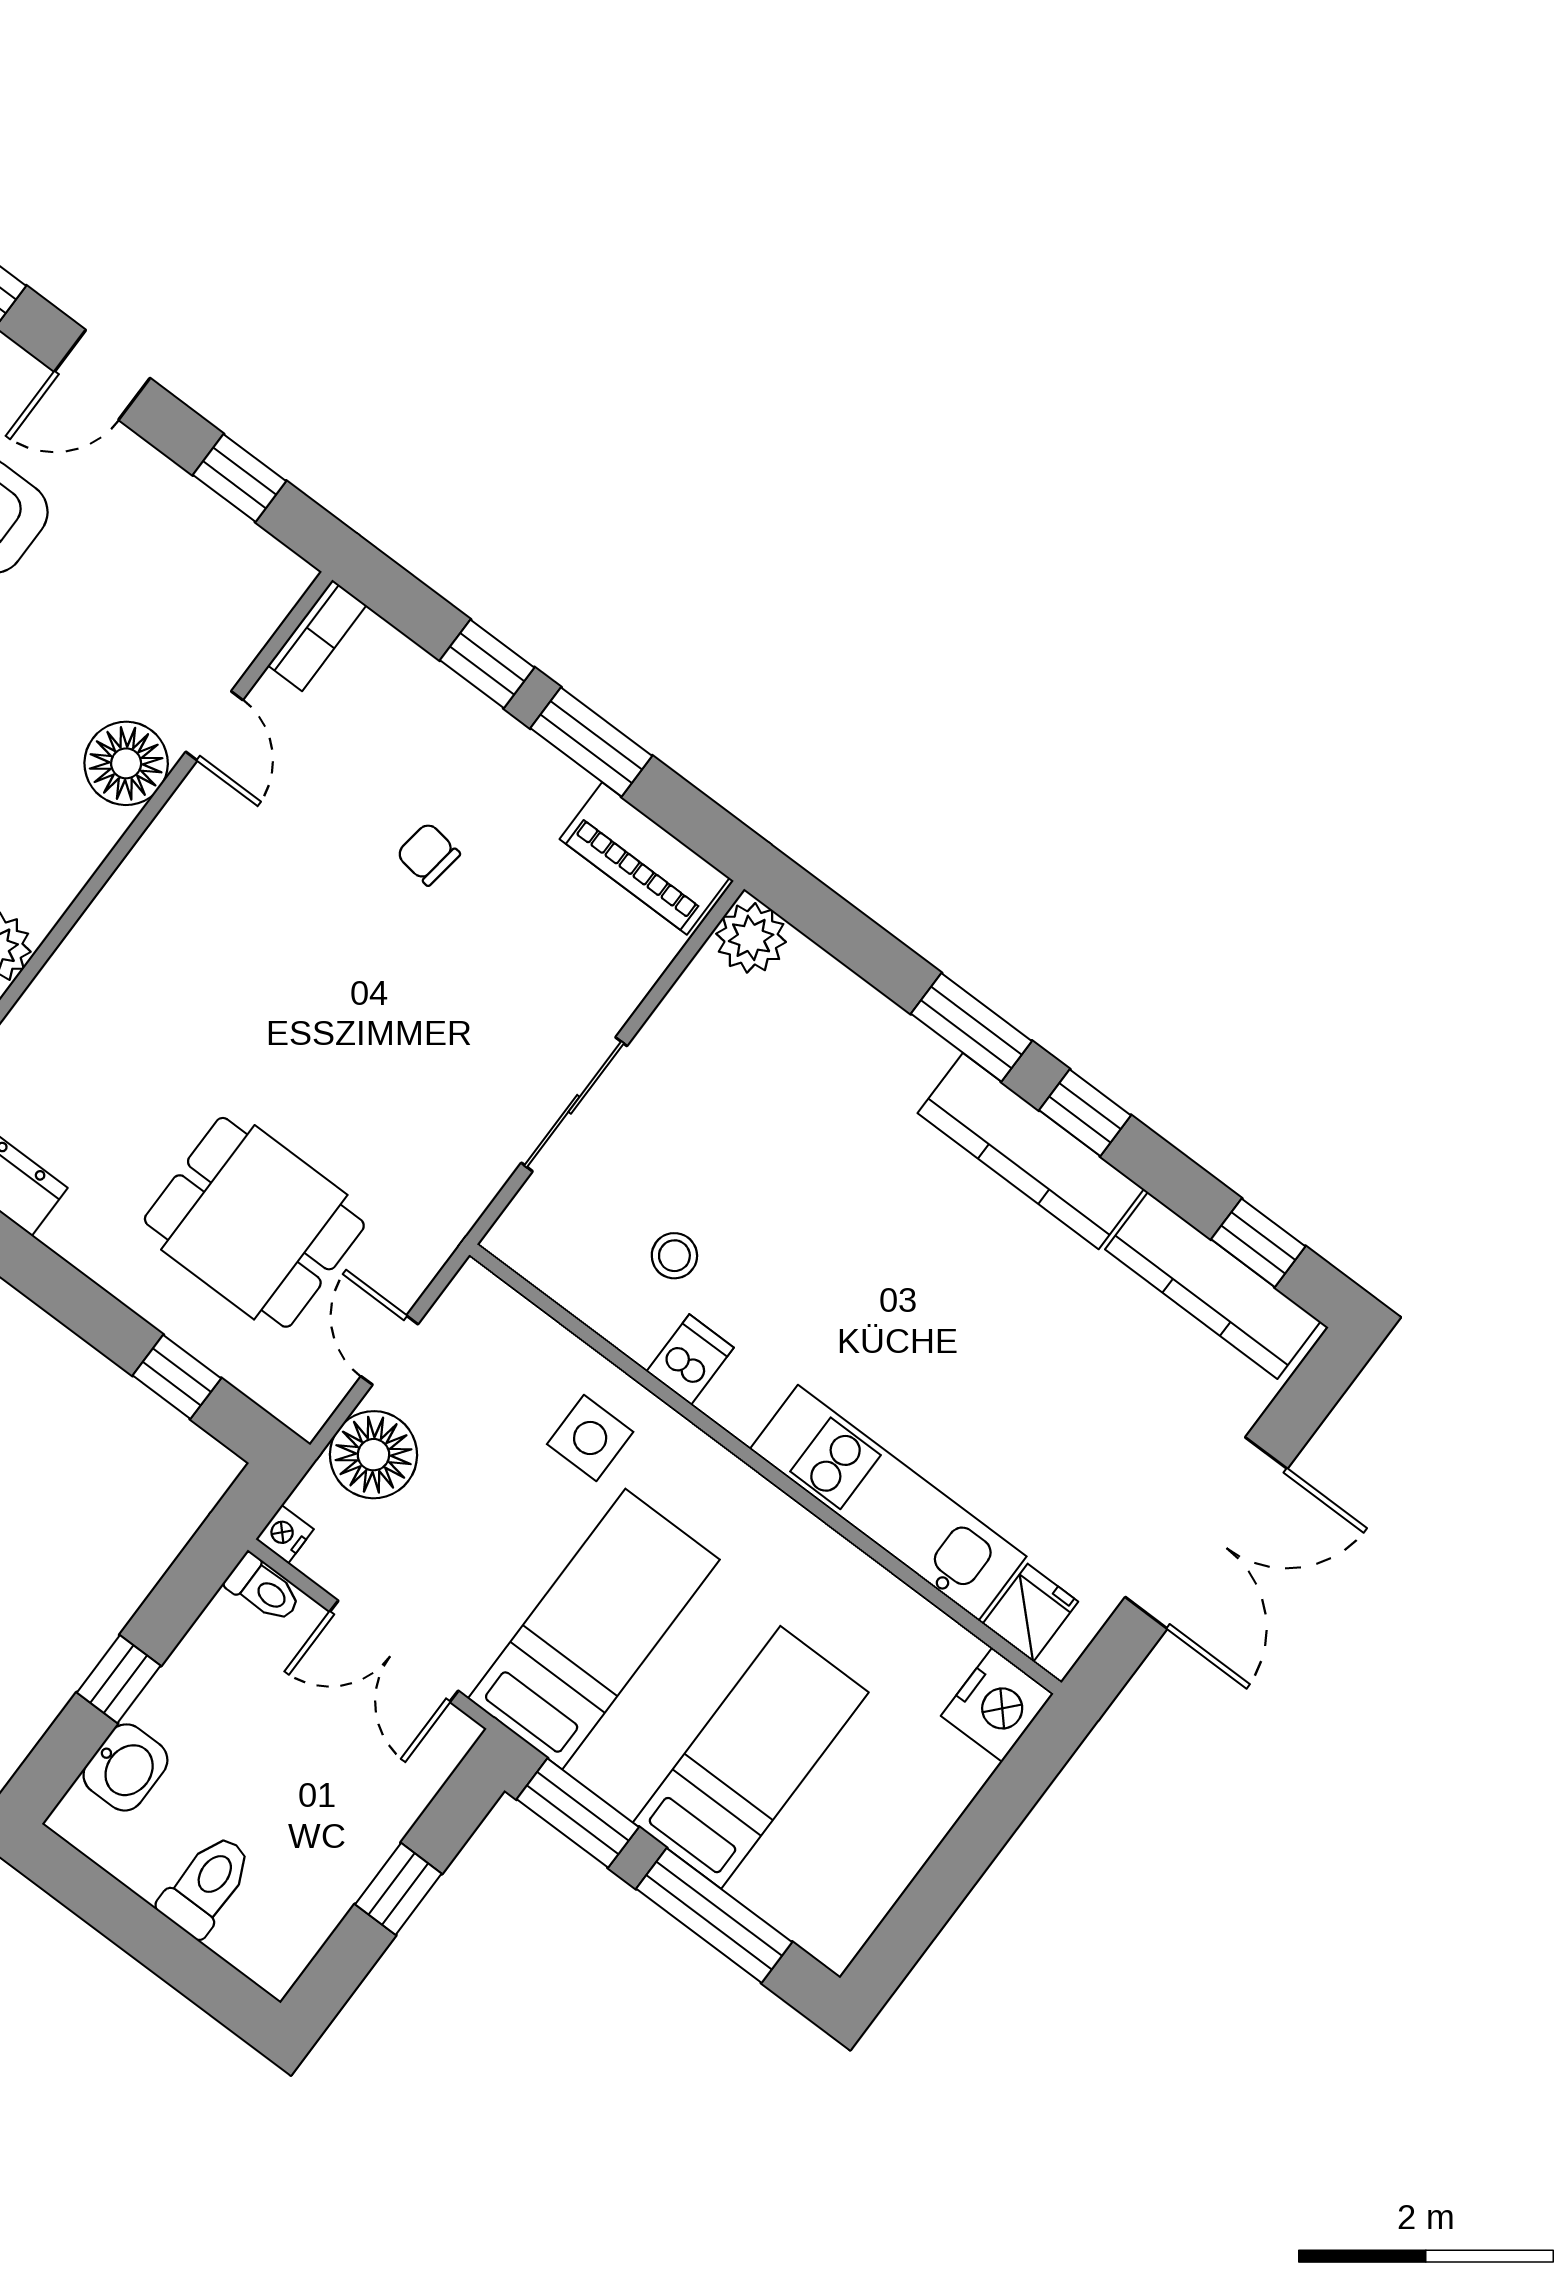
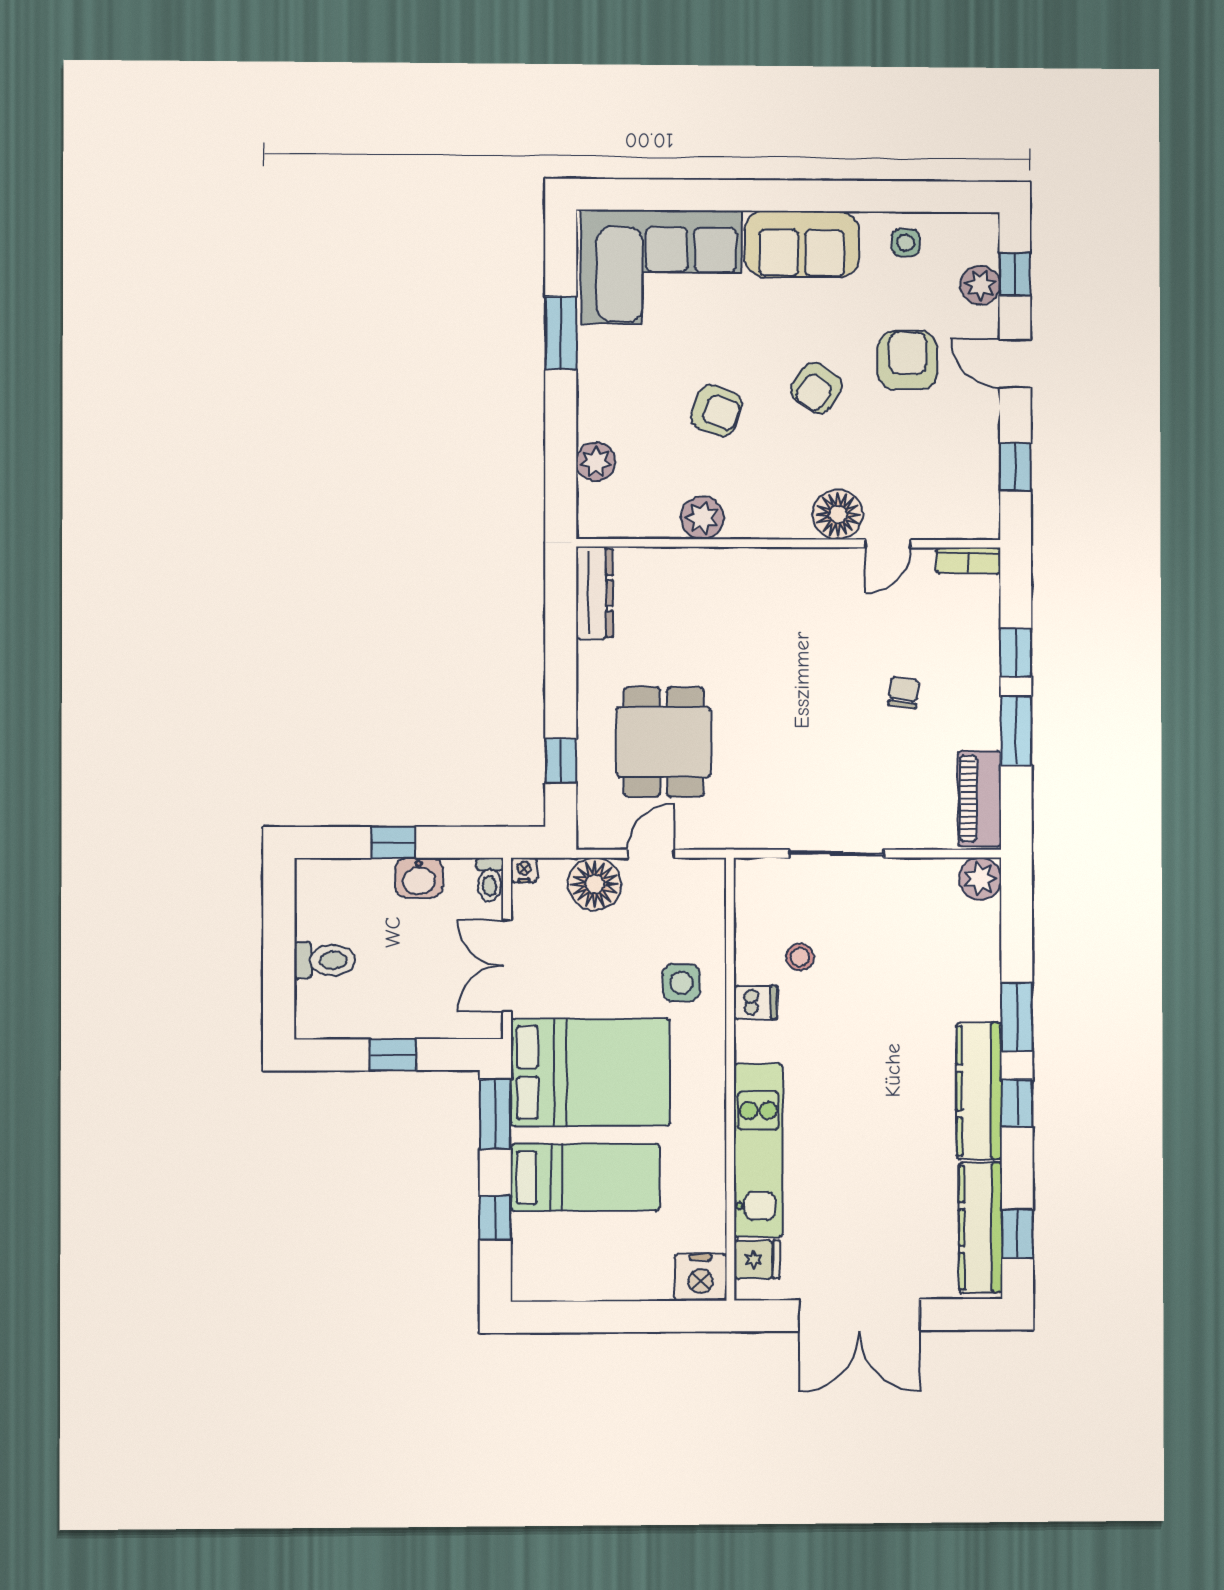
bed: (594, 1629) -> (590, 1072), width x1.50
washbasin: (125, 1767) -> (419, 878), moved
window: (714, 1915) -> (495, 1218), width x0.46

